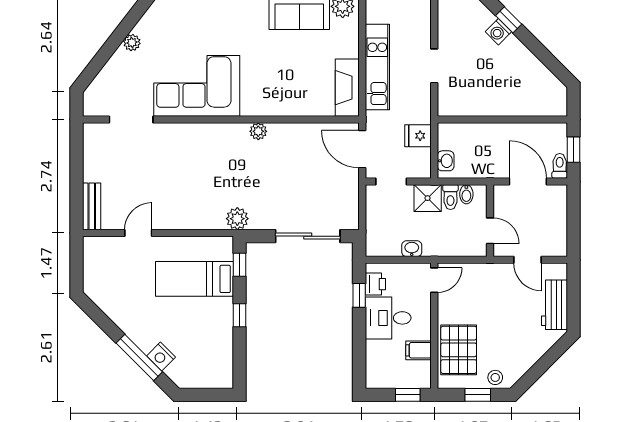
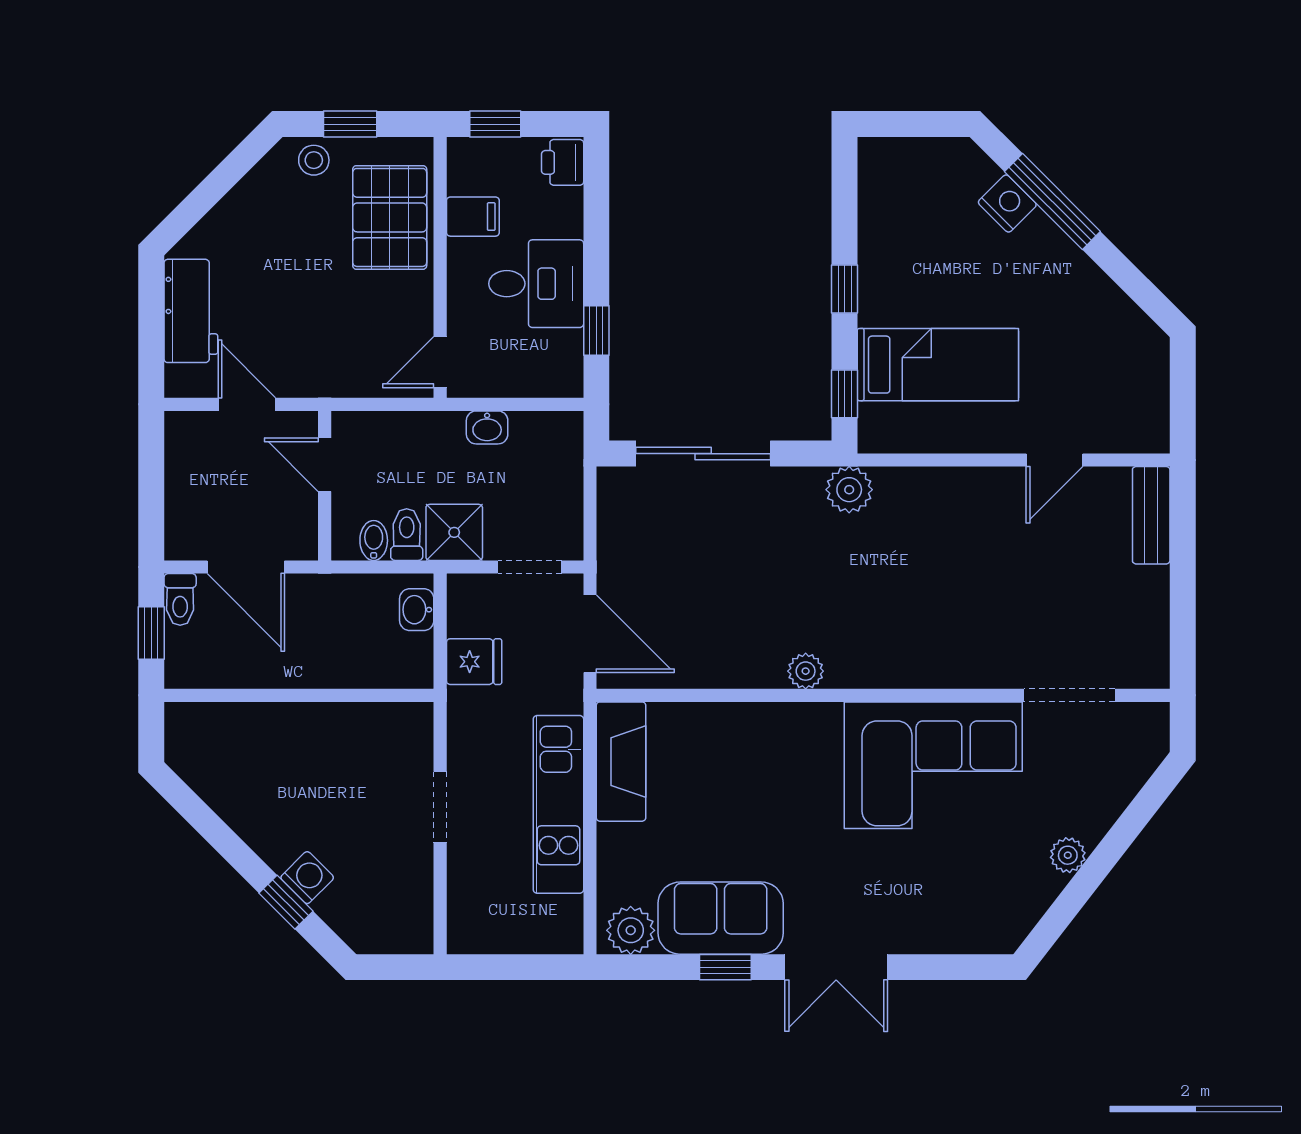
printer: (375, 284) -> (563, 162), moved

